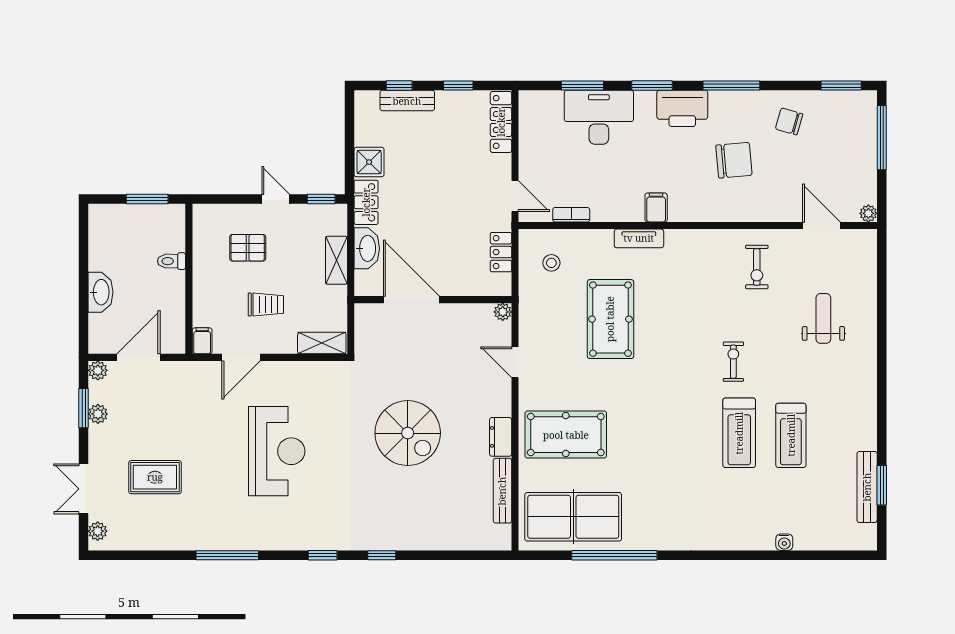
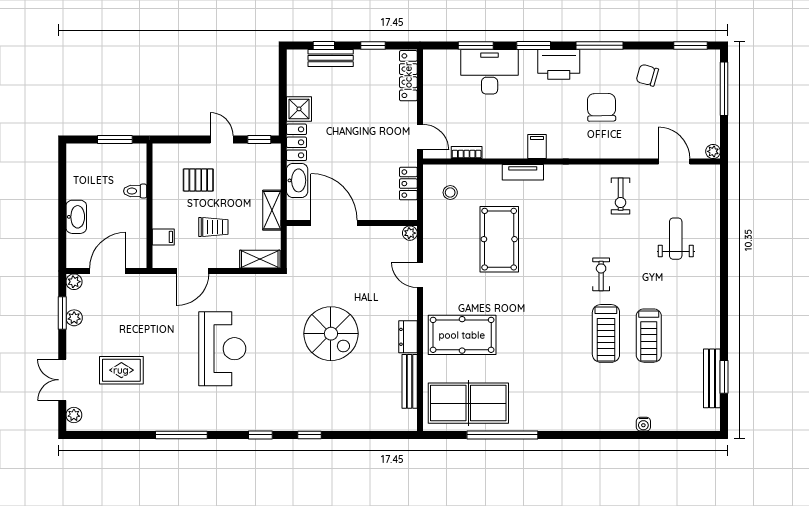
chair: (734, 160) -> (602, 107), turned -86
shelving: (336, 260) -> (272, 210), moved
filing cabinet: (202, 341) -> (163, 237), moved, turned 90

